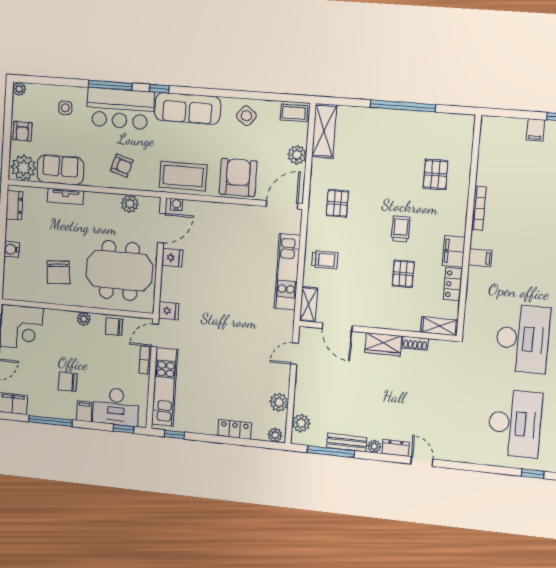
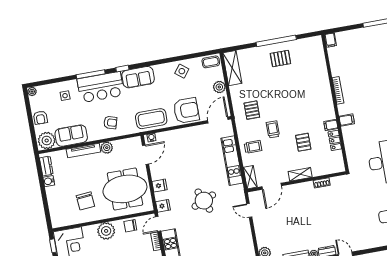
sofa: (188, 108) -> (138, 77), width x0.73
filing cabinet: (535, 130) -> (330, 40), moved
pallet: (436, 174) -> (280, 59), moved, turned 90
armchair: (238, 177) -> (186, 110), turned 90
tv unit: (66, 196) -> (83, 151), width x1.41
plant: (130, 204) -> (107, 148), moved
trolley: (401, 229) -> (273, 129), moved
water cooler: (12, 249) -> (49, 181), moved
filing cabinet: (454, 251) -> (331, 125), width x0.50
fridge: (172, 258) -> (160, 186), moved
plant: (84, 319) -> (106, 231), width x1.87, depth x1.87
round table: (230, 320) -> (204, 201), added
shelving: (439, 326) -> (300, 174), moved
door: (337, 327) -> (272, 186), hinge flipped
wardrobe: (383, 344) -> (303, 189), removed
door: (294, 354) -> (249, 210), hinge flipped
plant: (279, 402) -> (248, 244), removed

